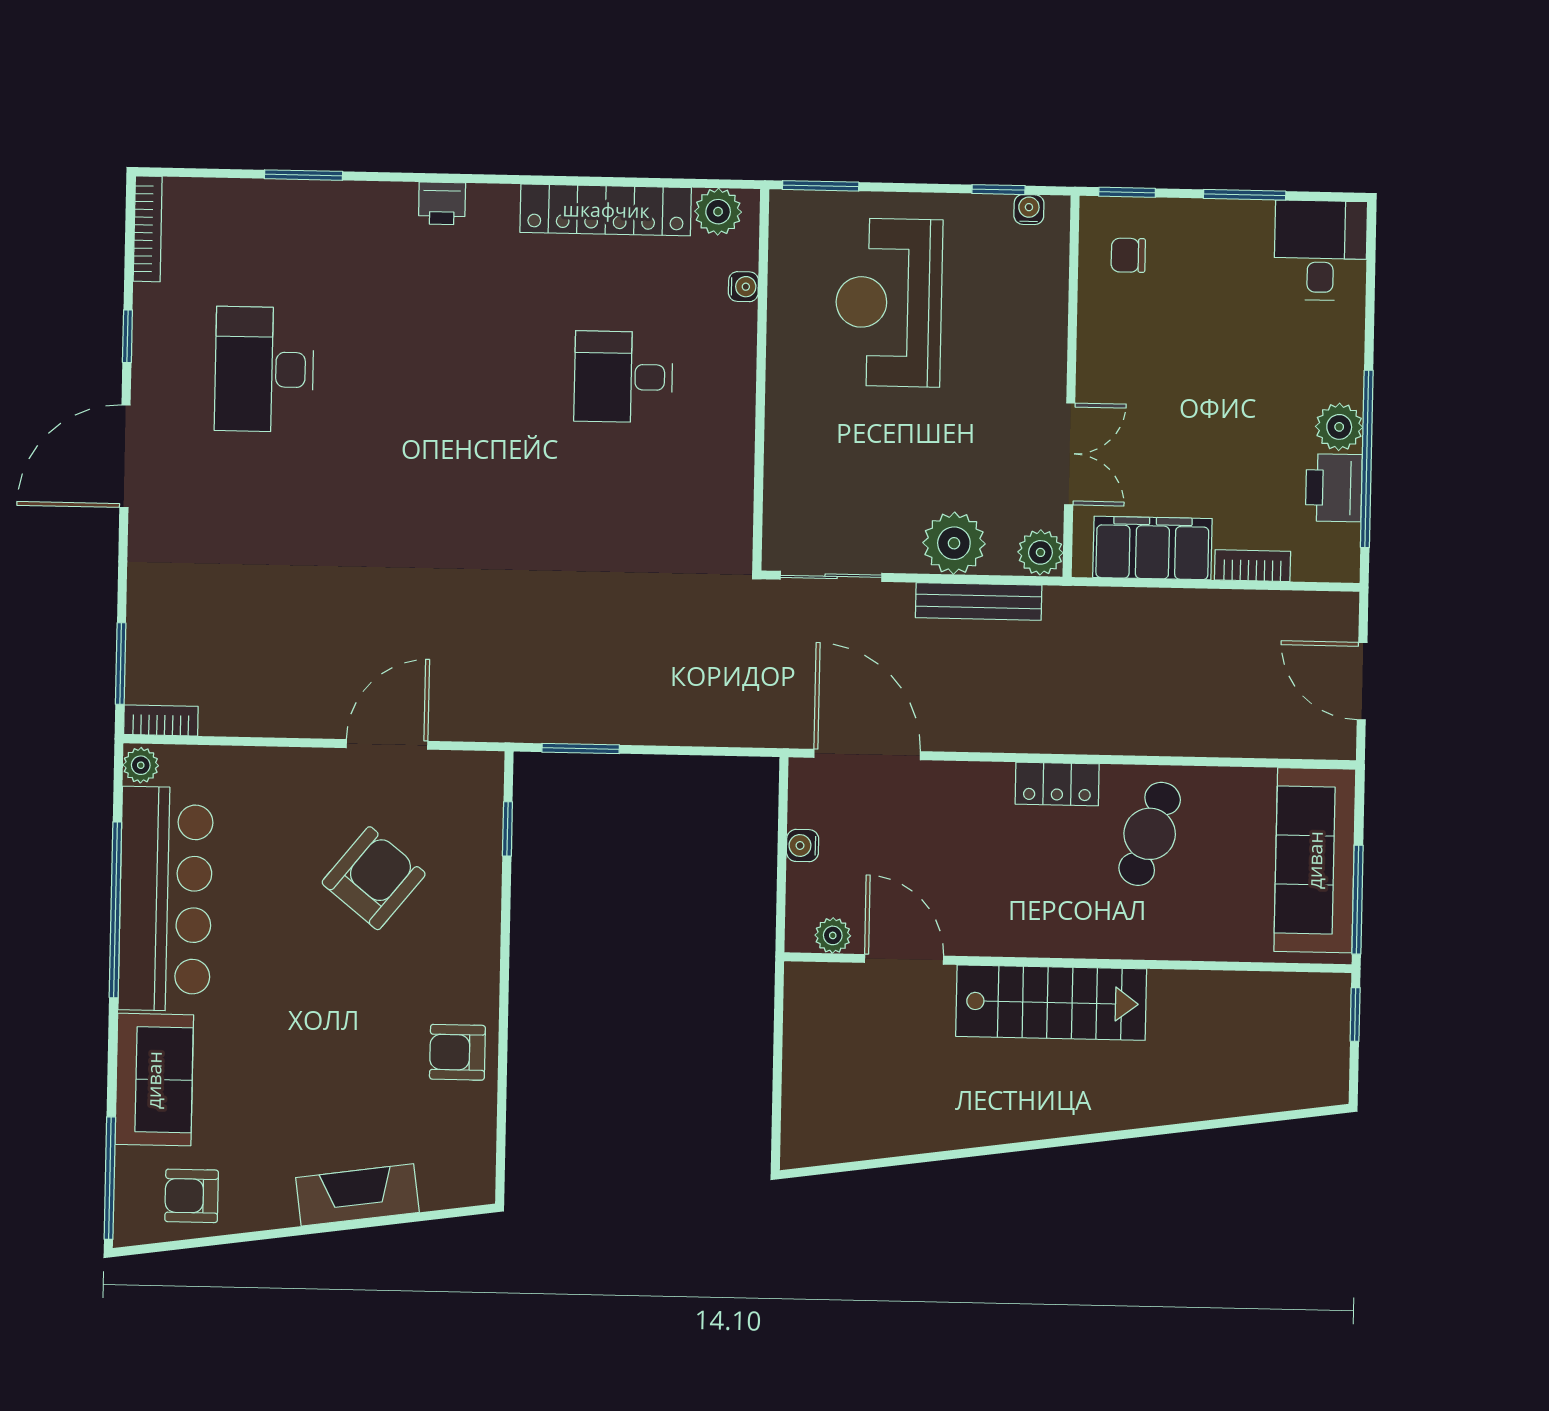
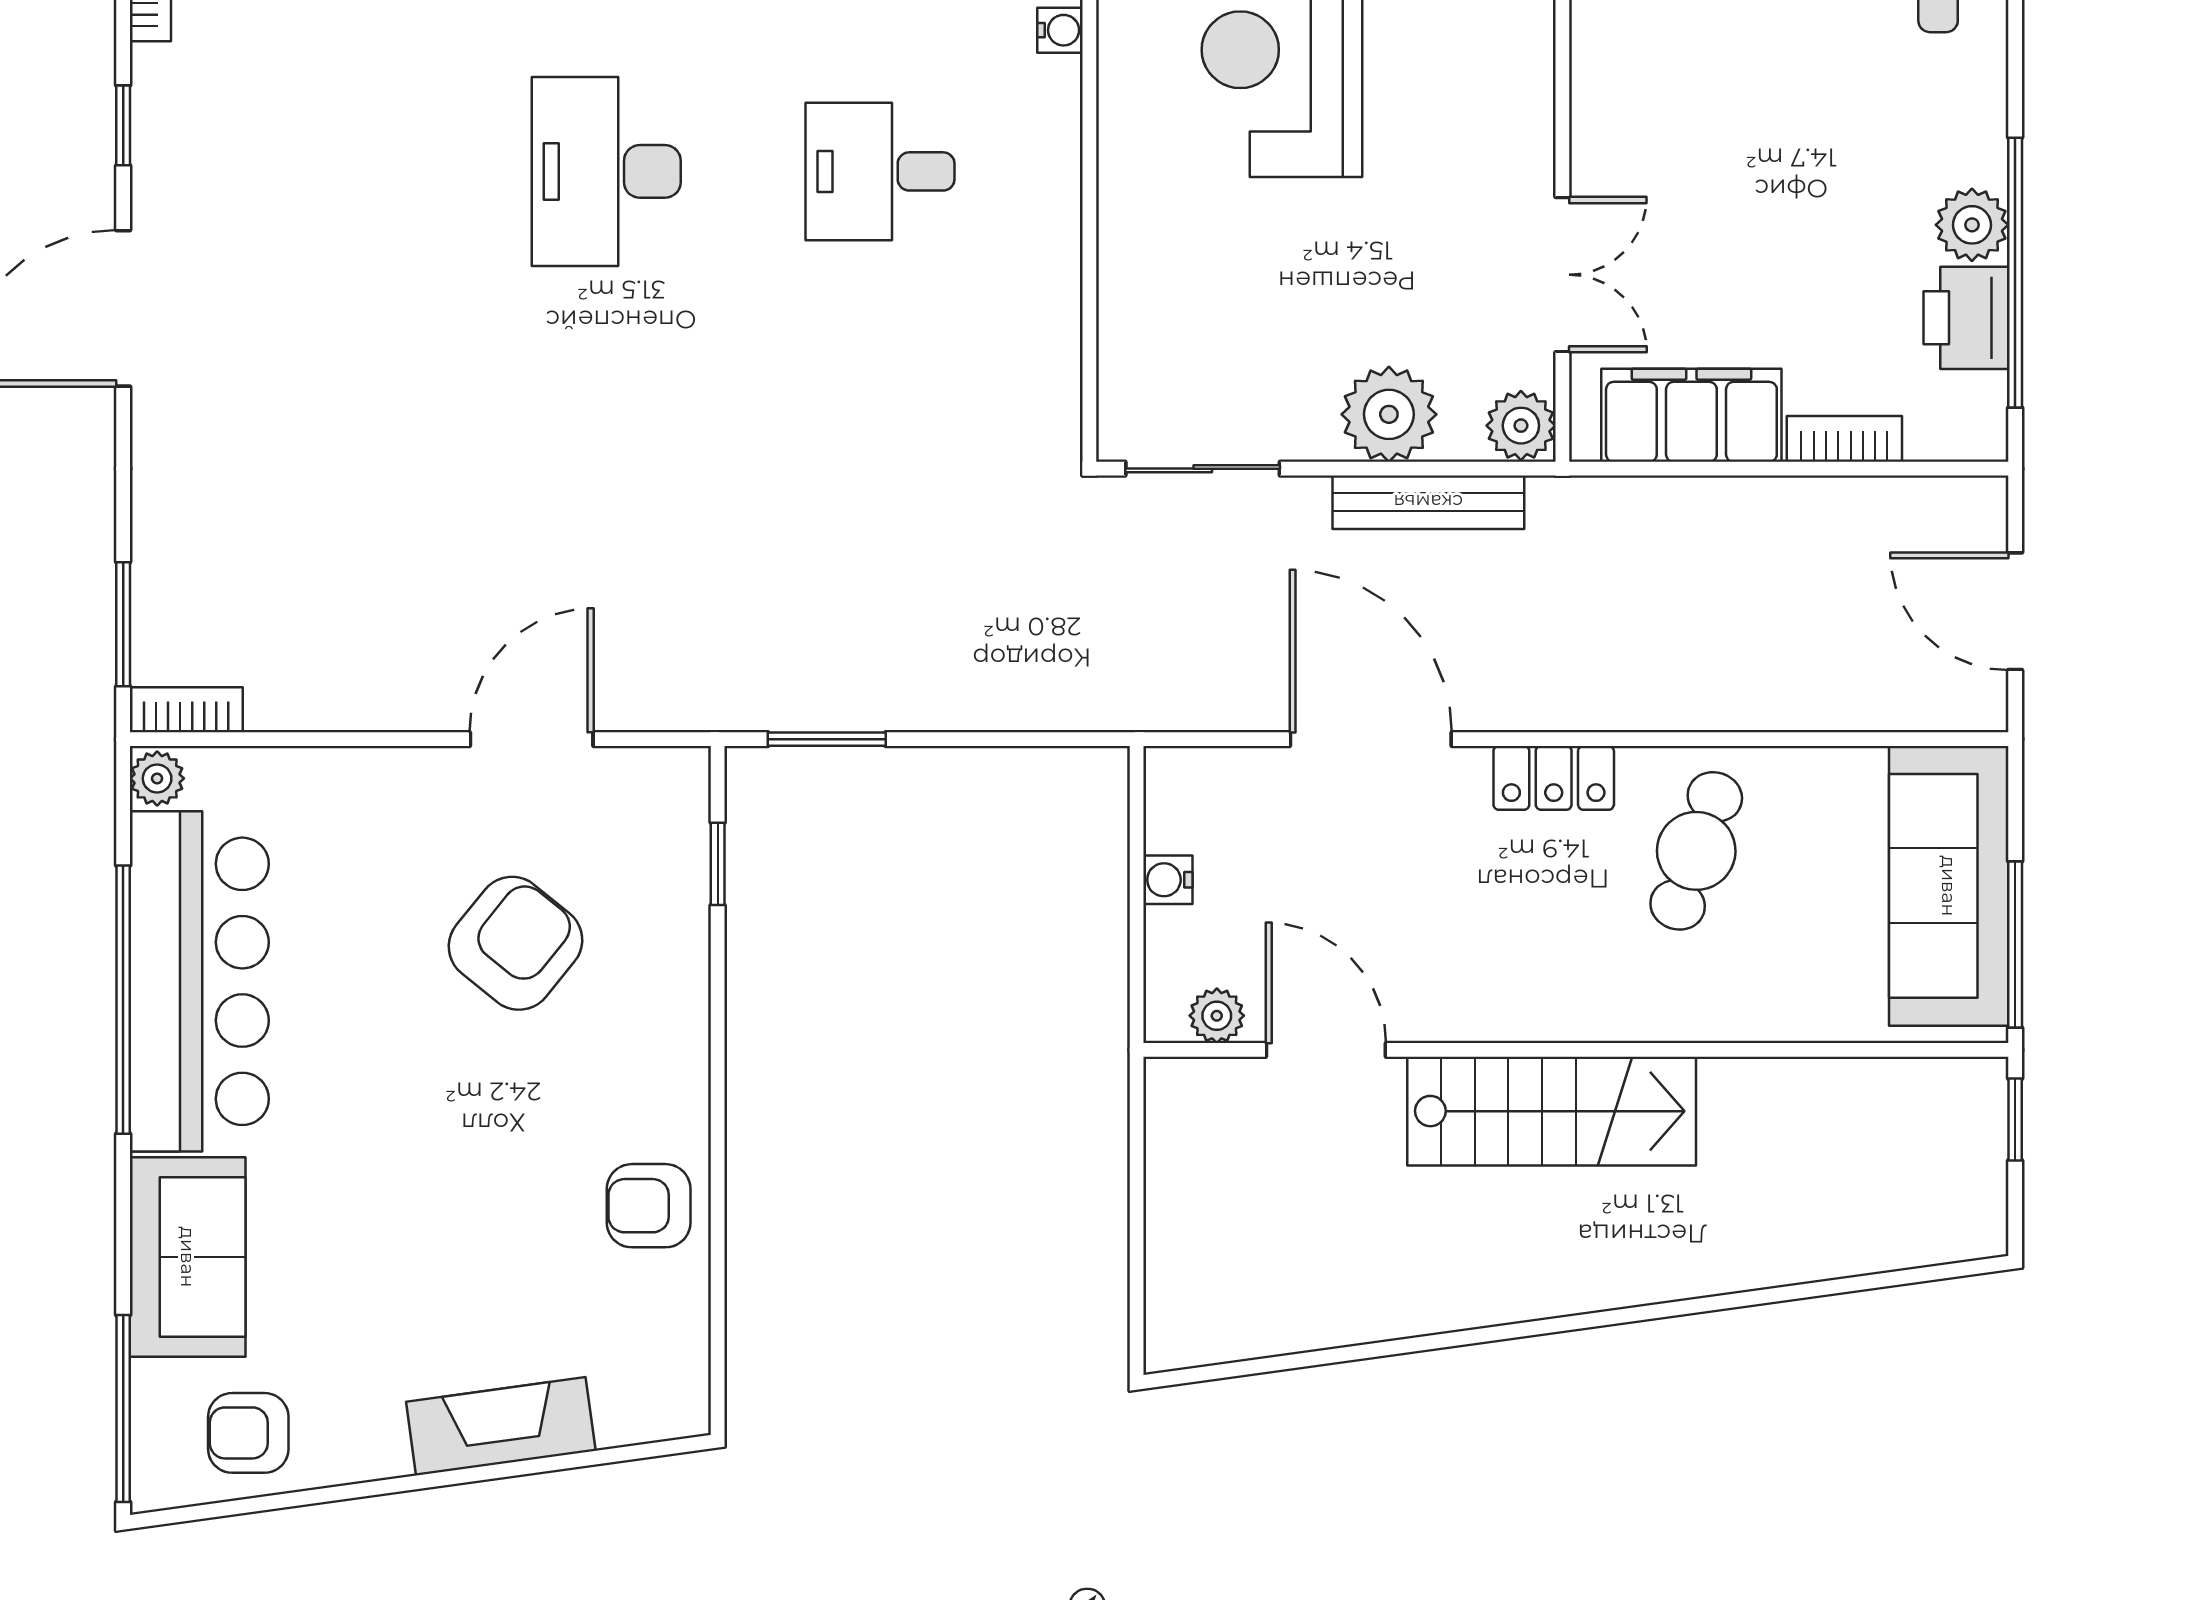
desk: (264, 369) -> (606, 171), moved
door: (867, 754) -> (1371, 739), moved

